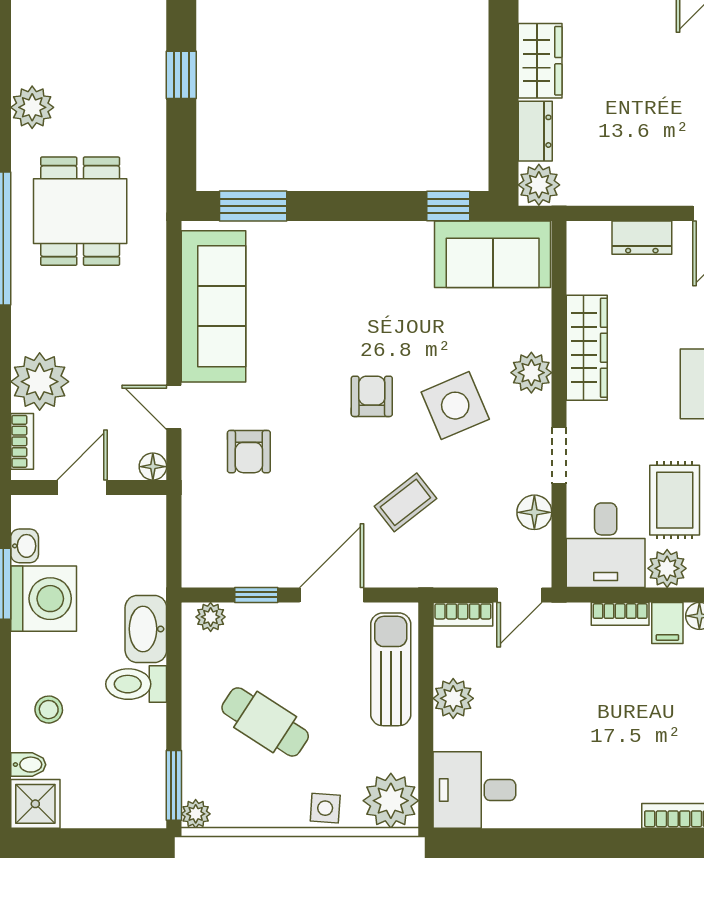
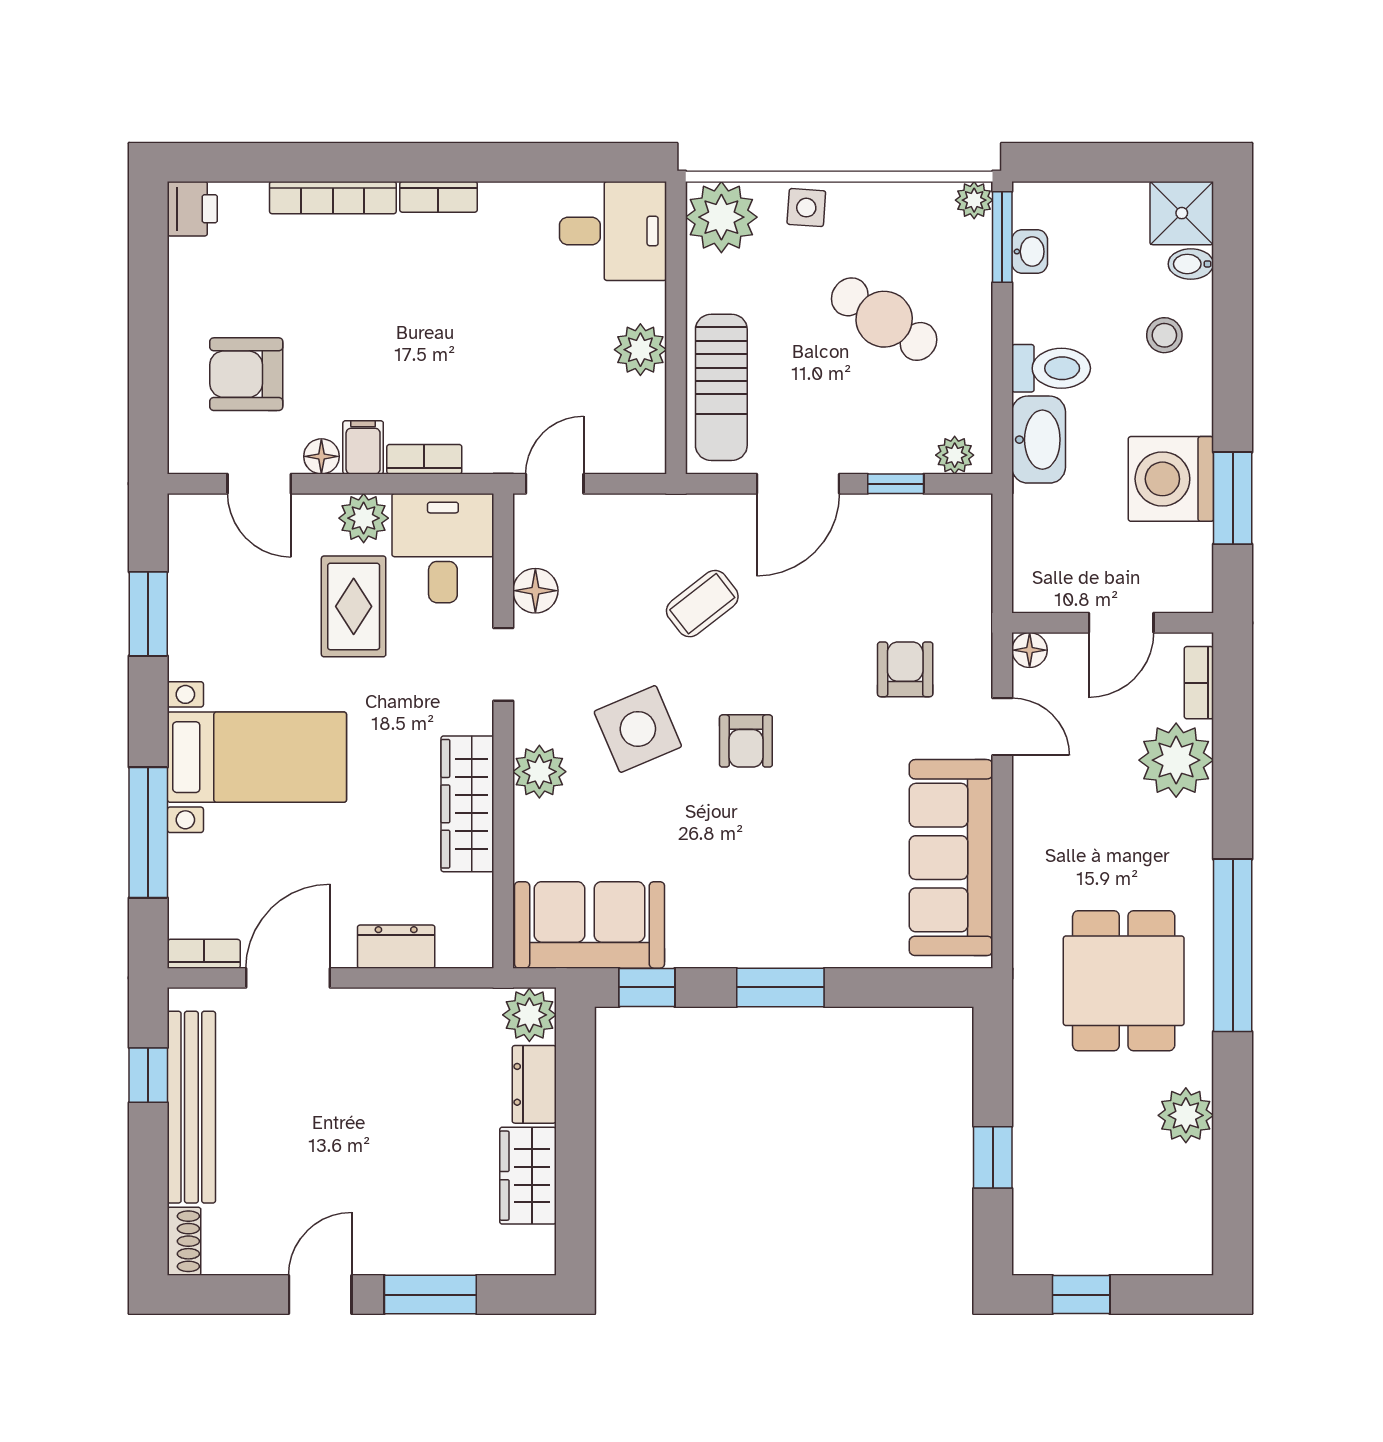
window: (253, 206) -> (780, 987), moved
washbasin: (25, 546) -> (1030, 252), moved, turned 180
bookcase: (463, 614) -> (438, 197), moved, turned 180

